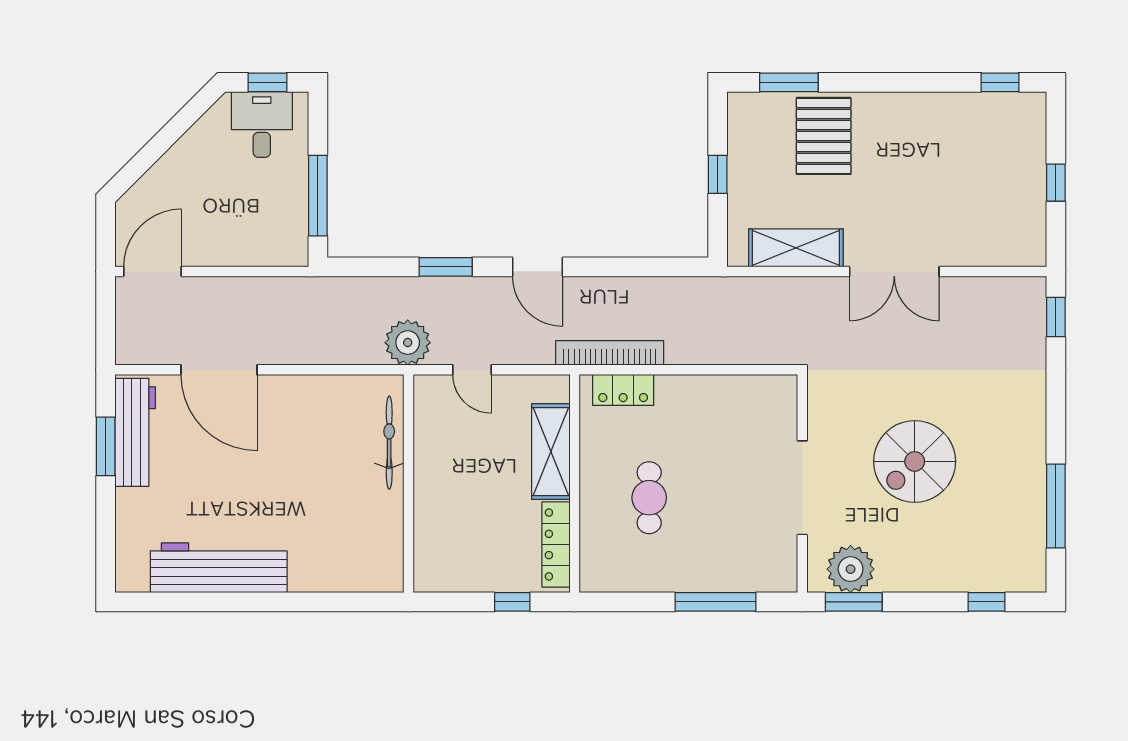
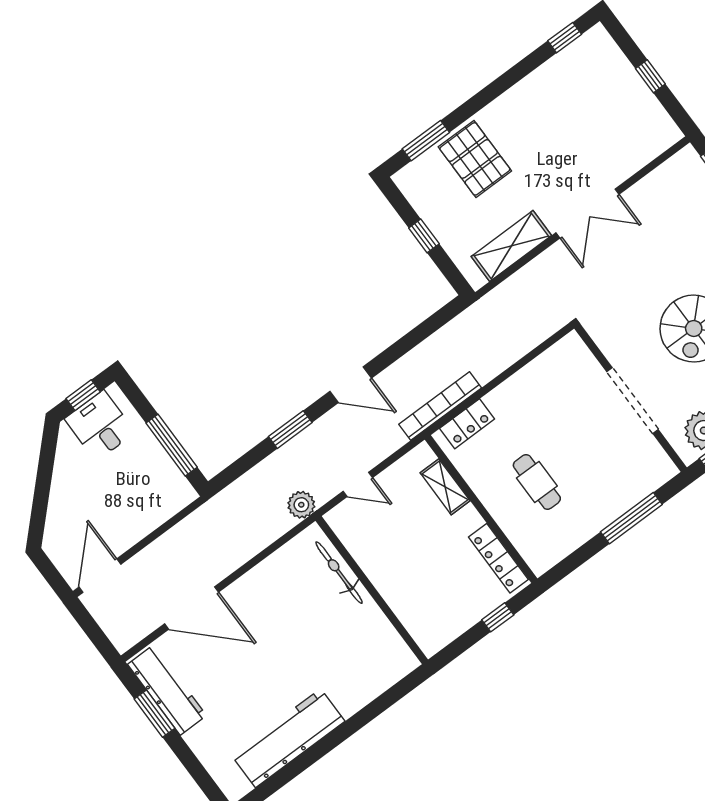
plant: (408, 343) -> (301, 505), width x0.73, depth x0.73
shelving: (551, 452) -> (445, 487), width x0.67, depth x0.75

